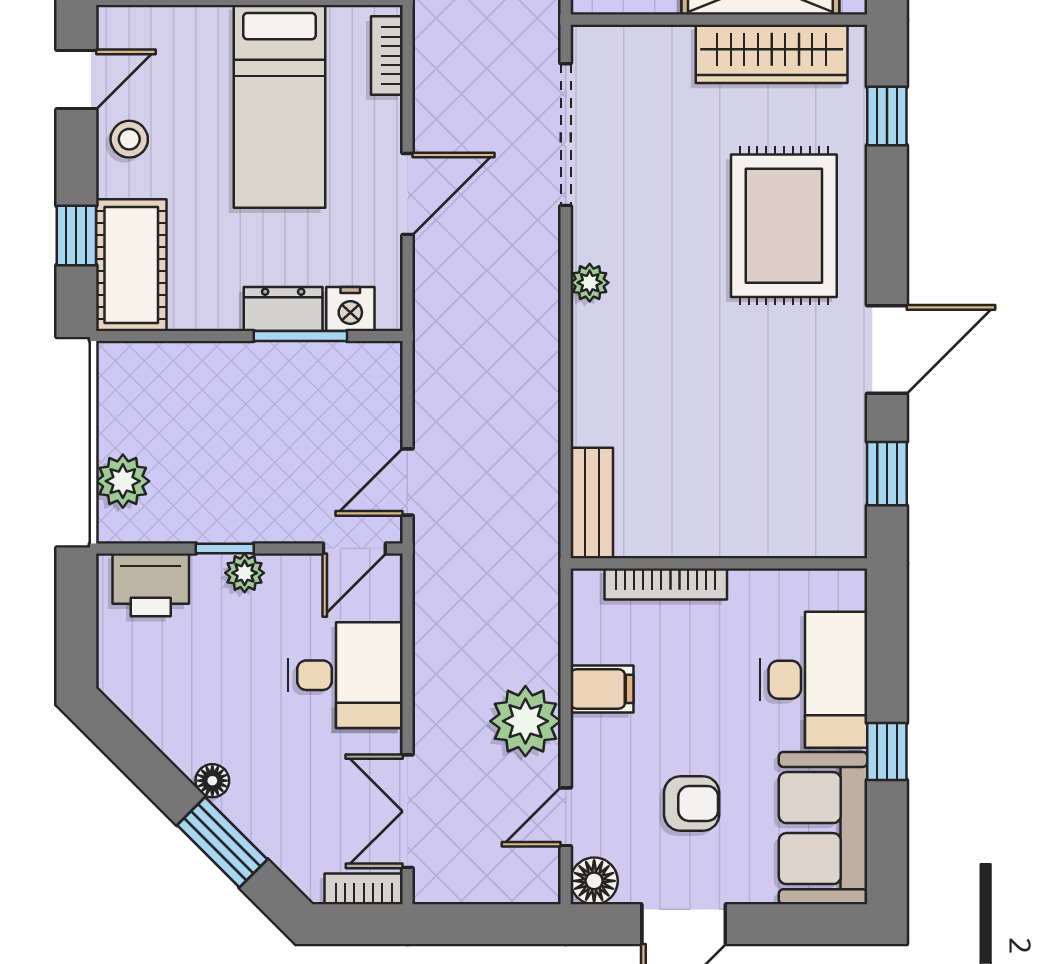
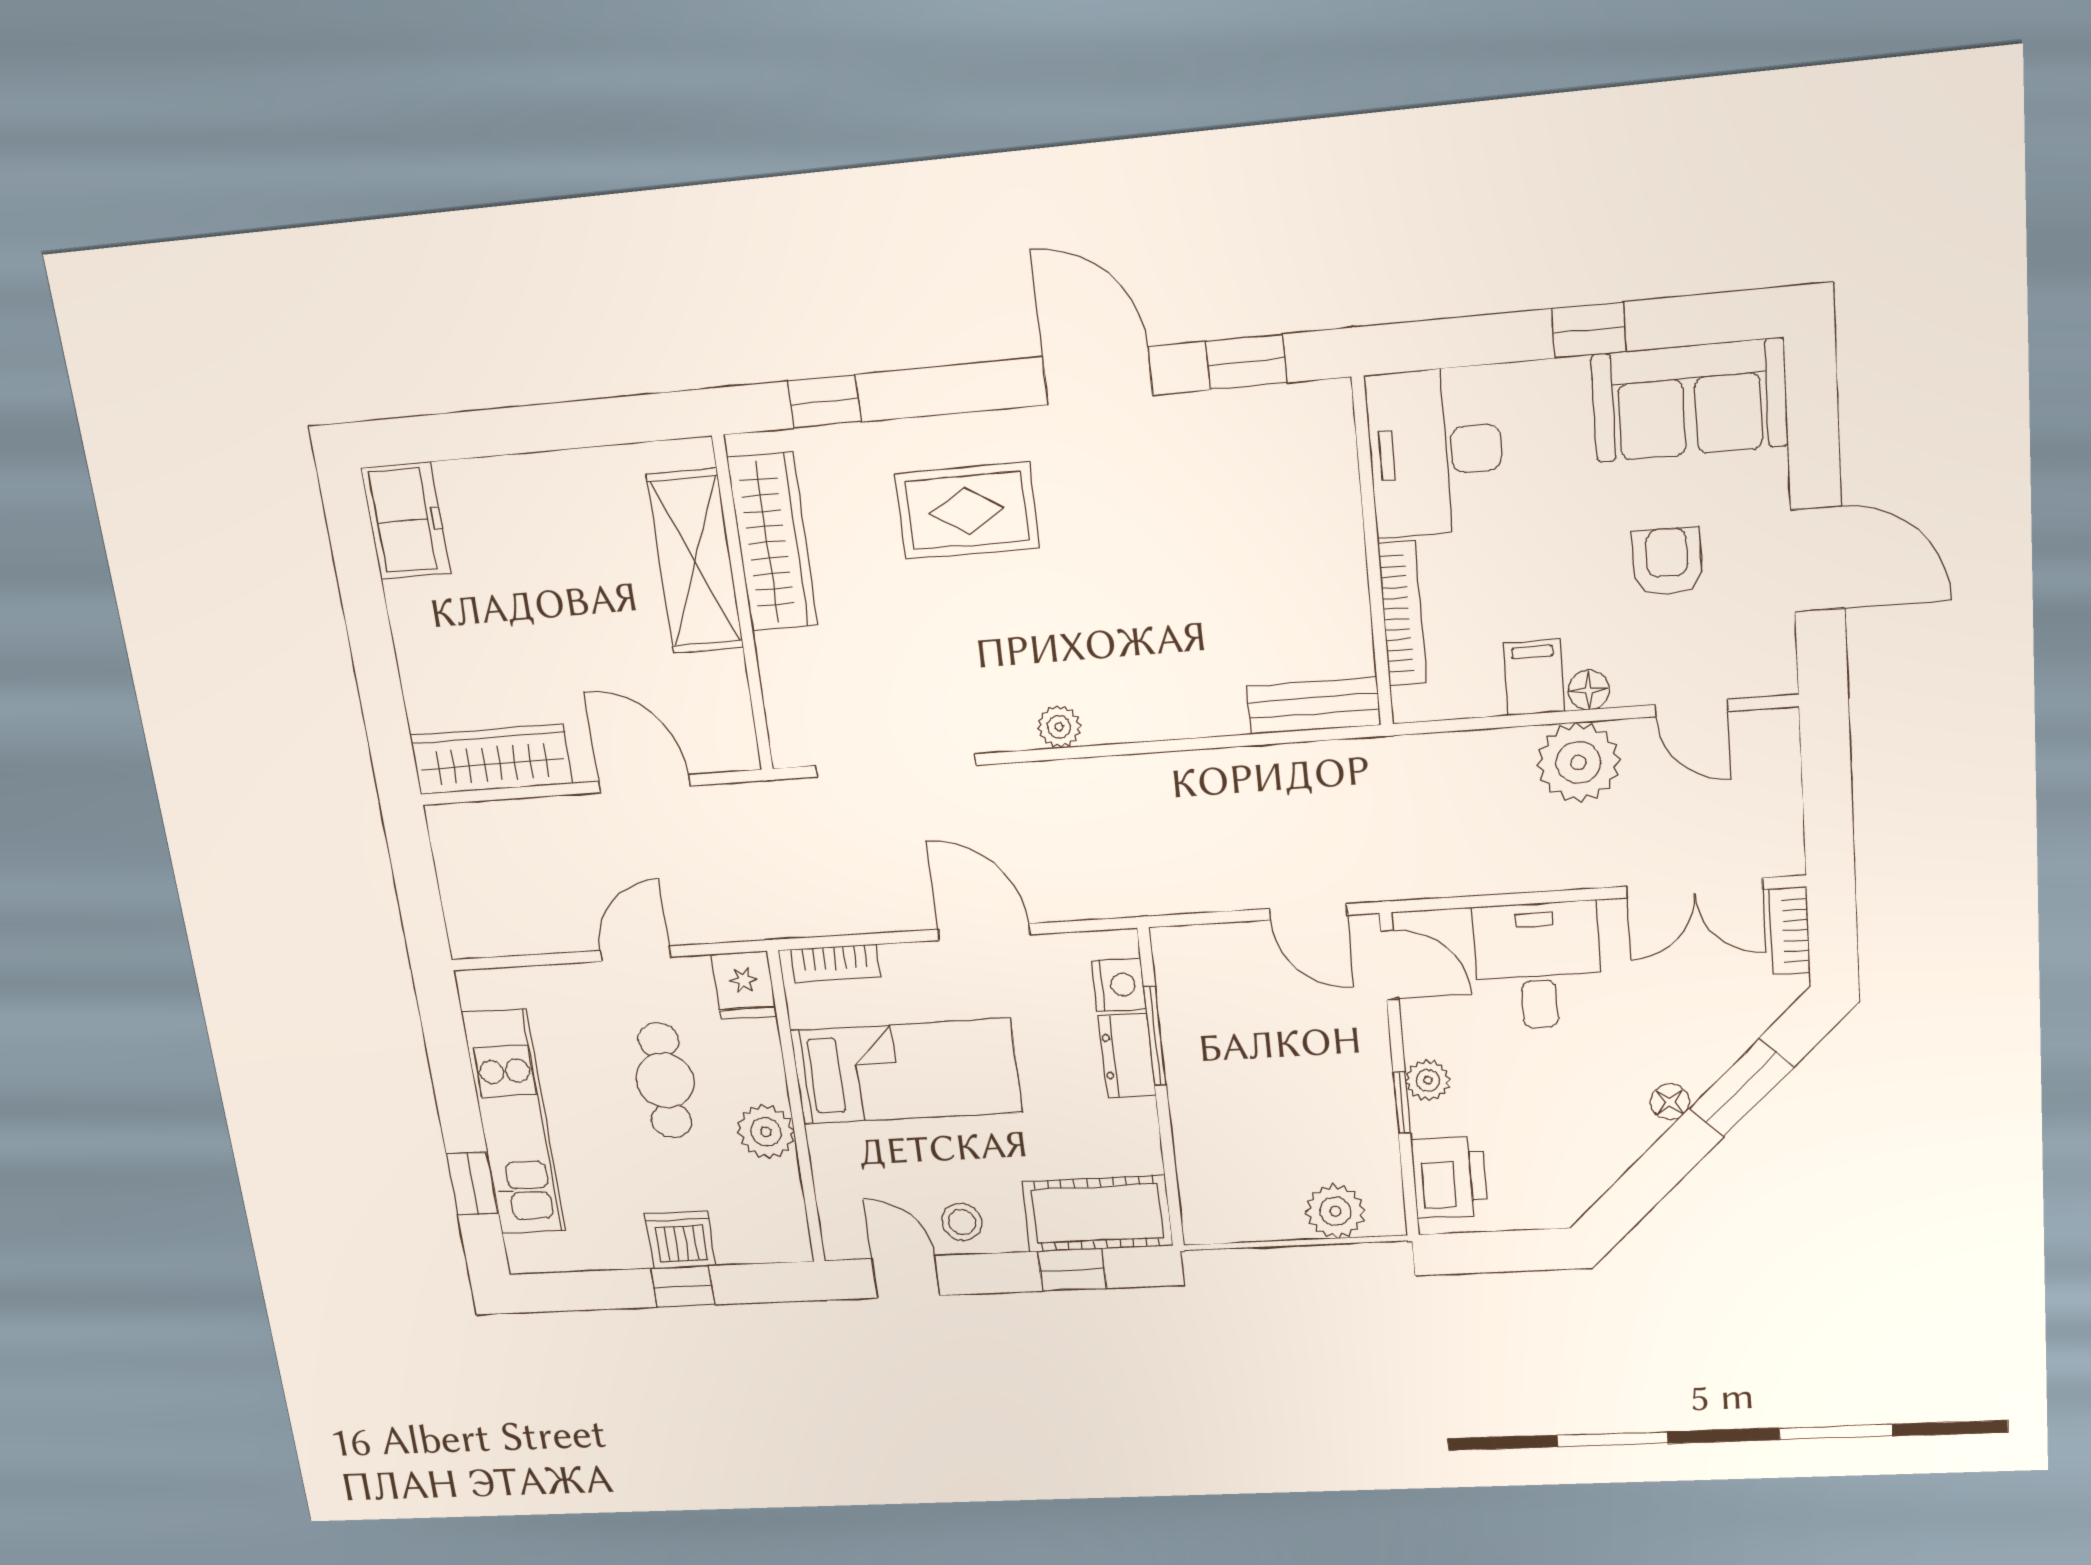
rug: (784, 226) -> (967, 511), width x0.73, depth x0.70
desk: (814, 680) -> (1436, 452), moved, turned -90
floor lamp: (594, 881) -> (1589, 690), moved, width x0.73, depth x0.73

